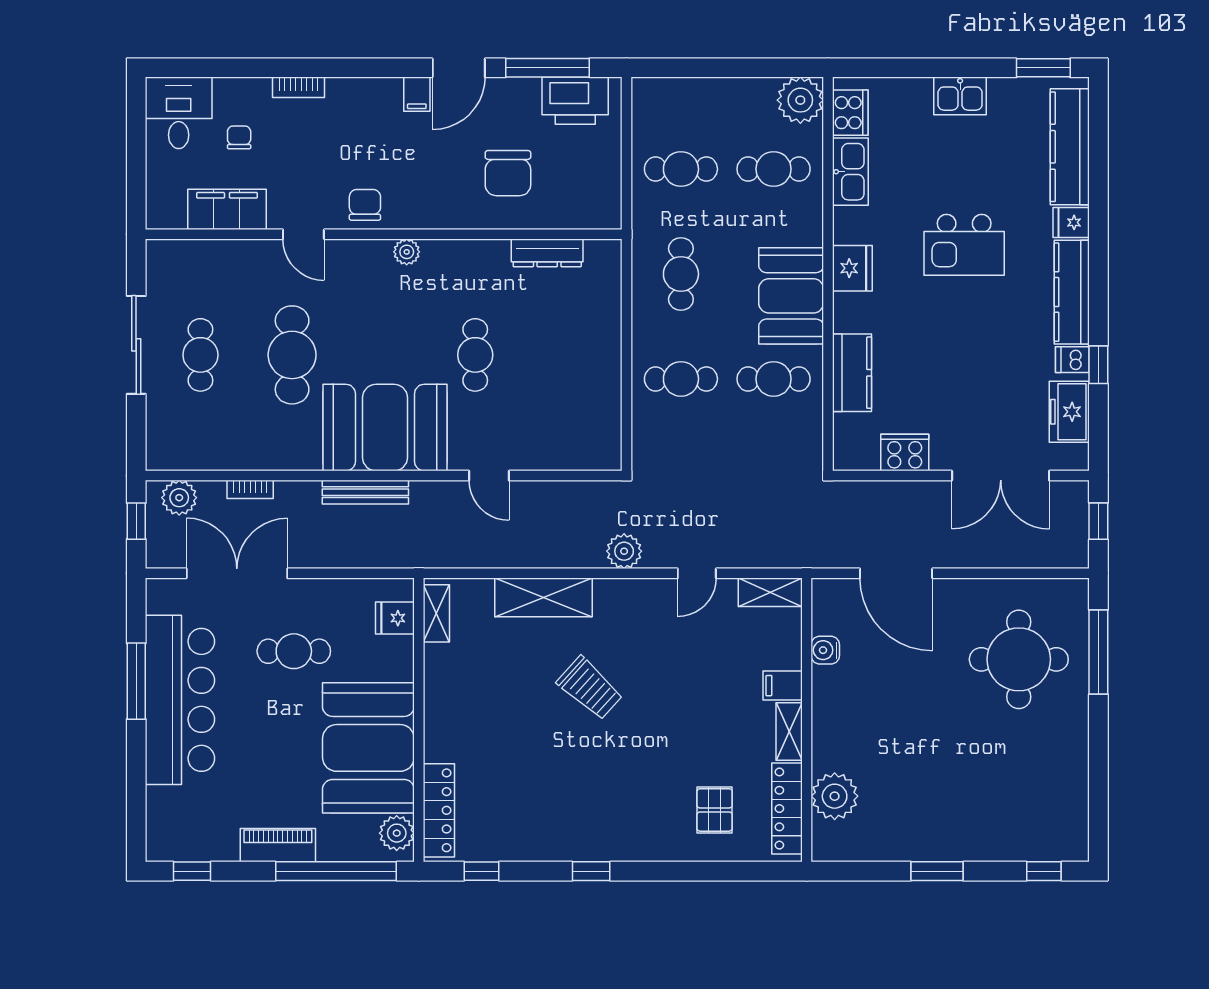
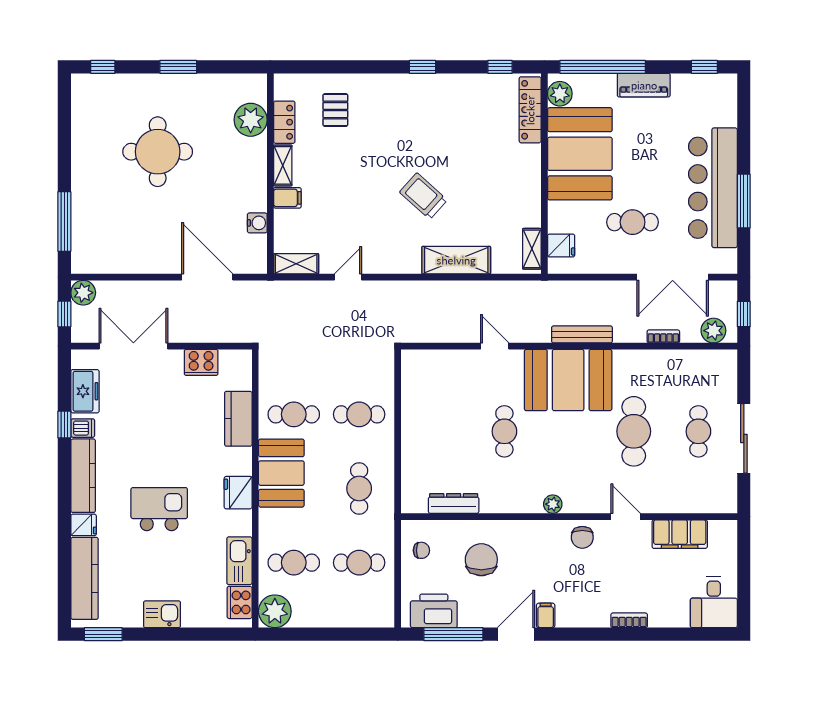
chair: (239, 137) -> (421, 550), moved, turned -90
plant: (624, 551) -> (83, 293), moved
round table: (1019, 659) -> (158, 152), moved
locker: (787, 809) -> (284, 122), width x0.66

